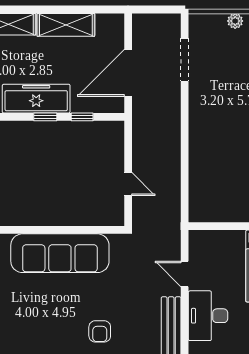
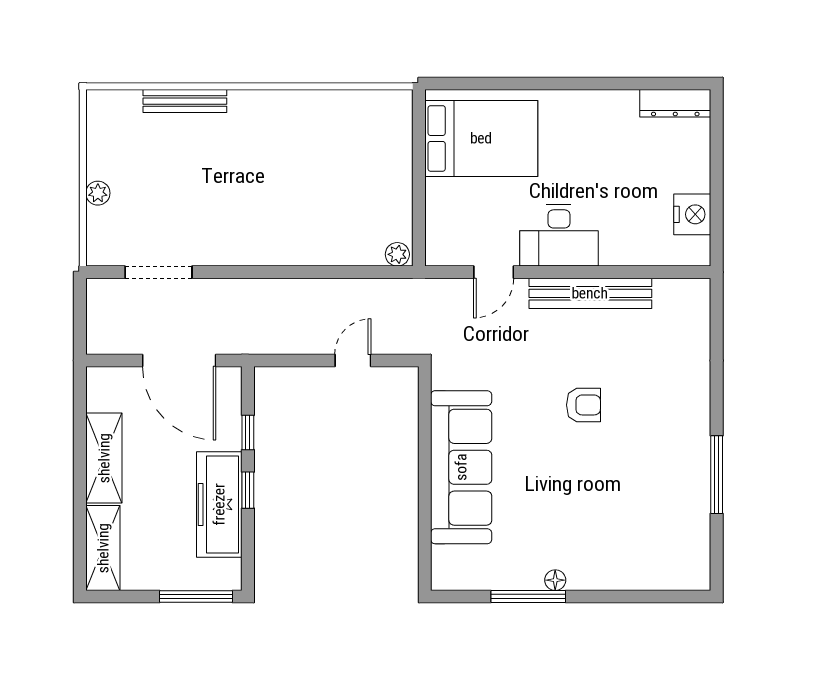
plant: (196, 212) -> (397, 254), added

